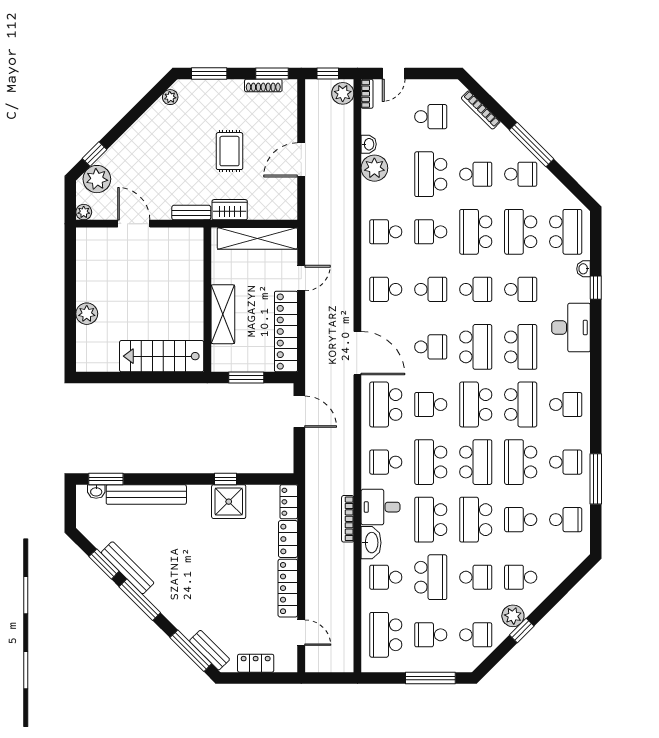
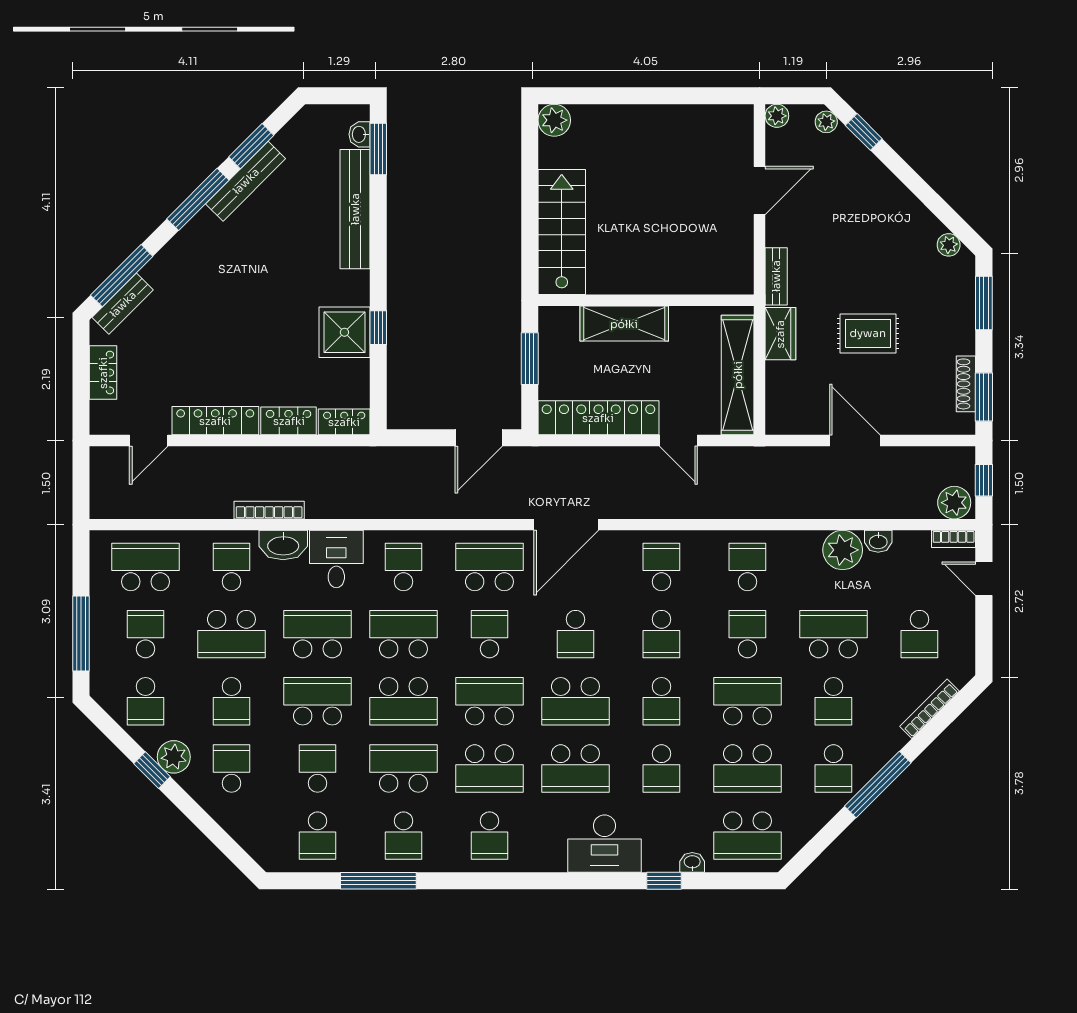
plant: (97, 179) -> (826, 122), width x0.53, depth x0.53
school desk: (521, 232) -> (747, 768), turned 180
plant: (87, 314) -> (554, 120), moved
bookcase: (348, 519) -> (269, 510), moved

